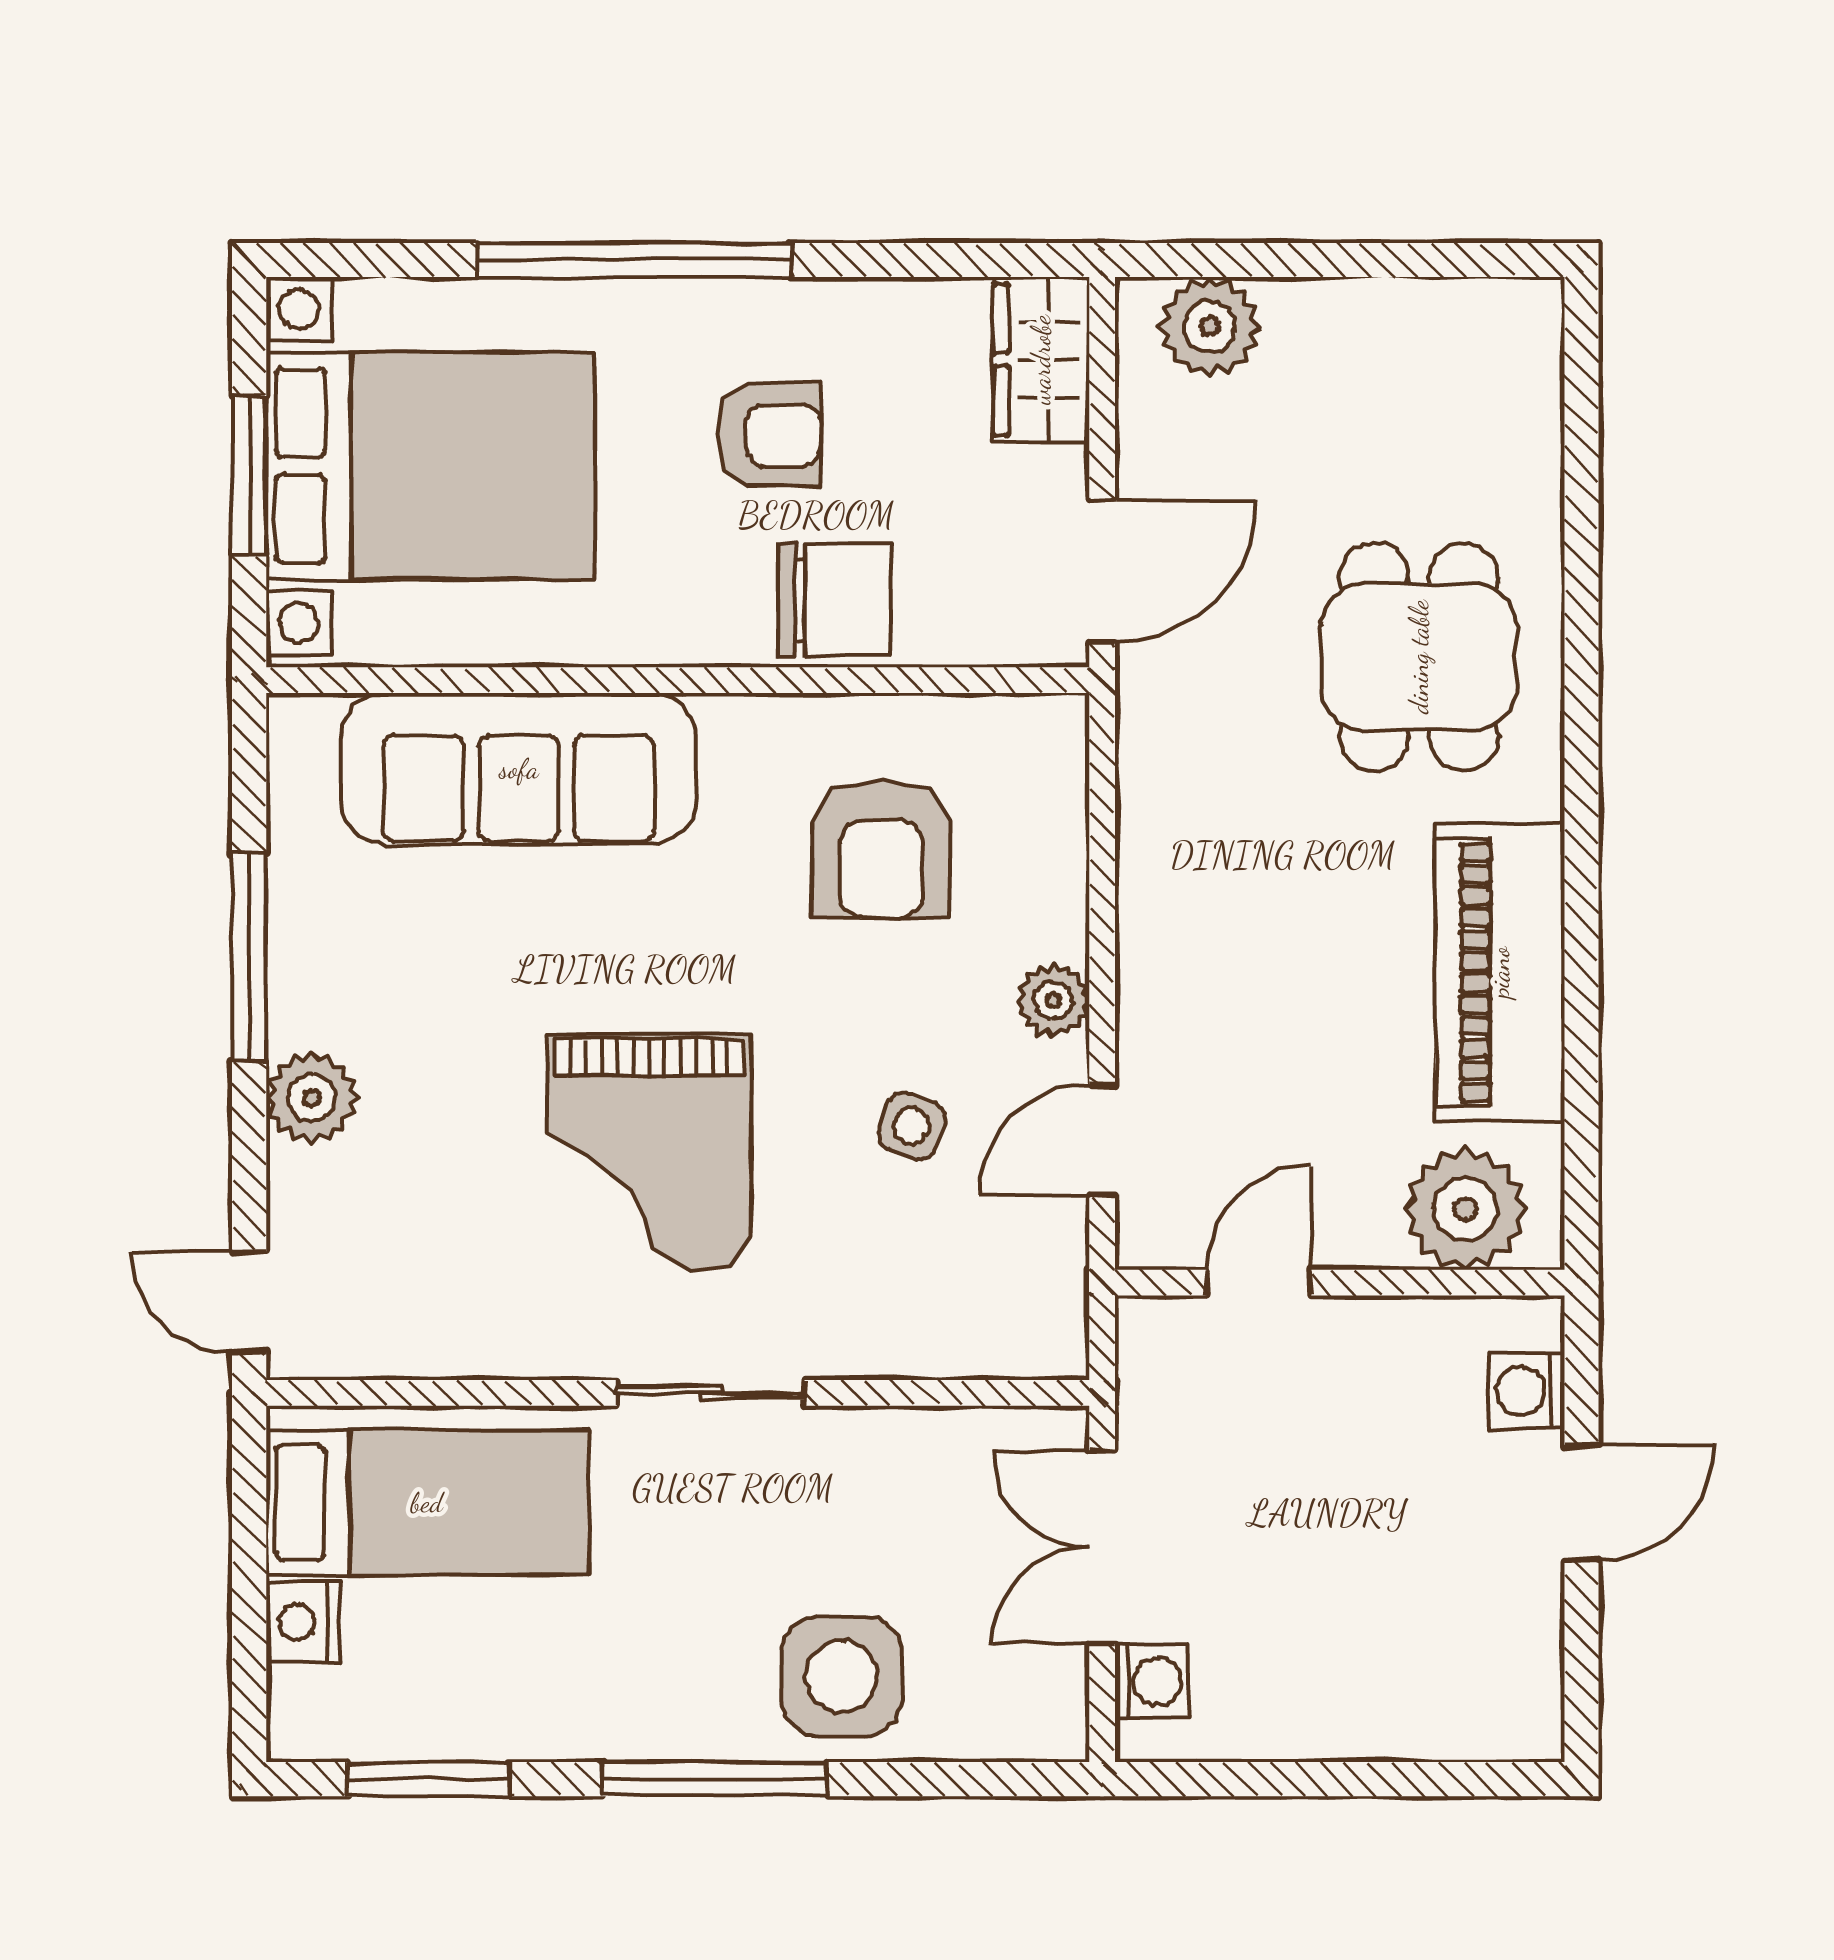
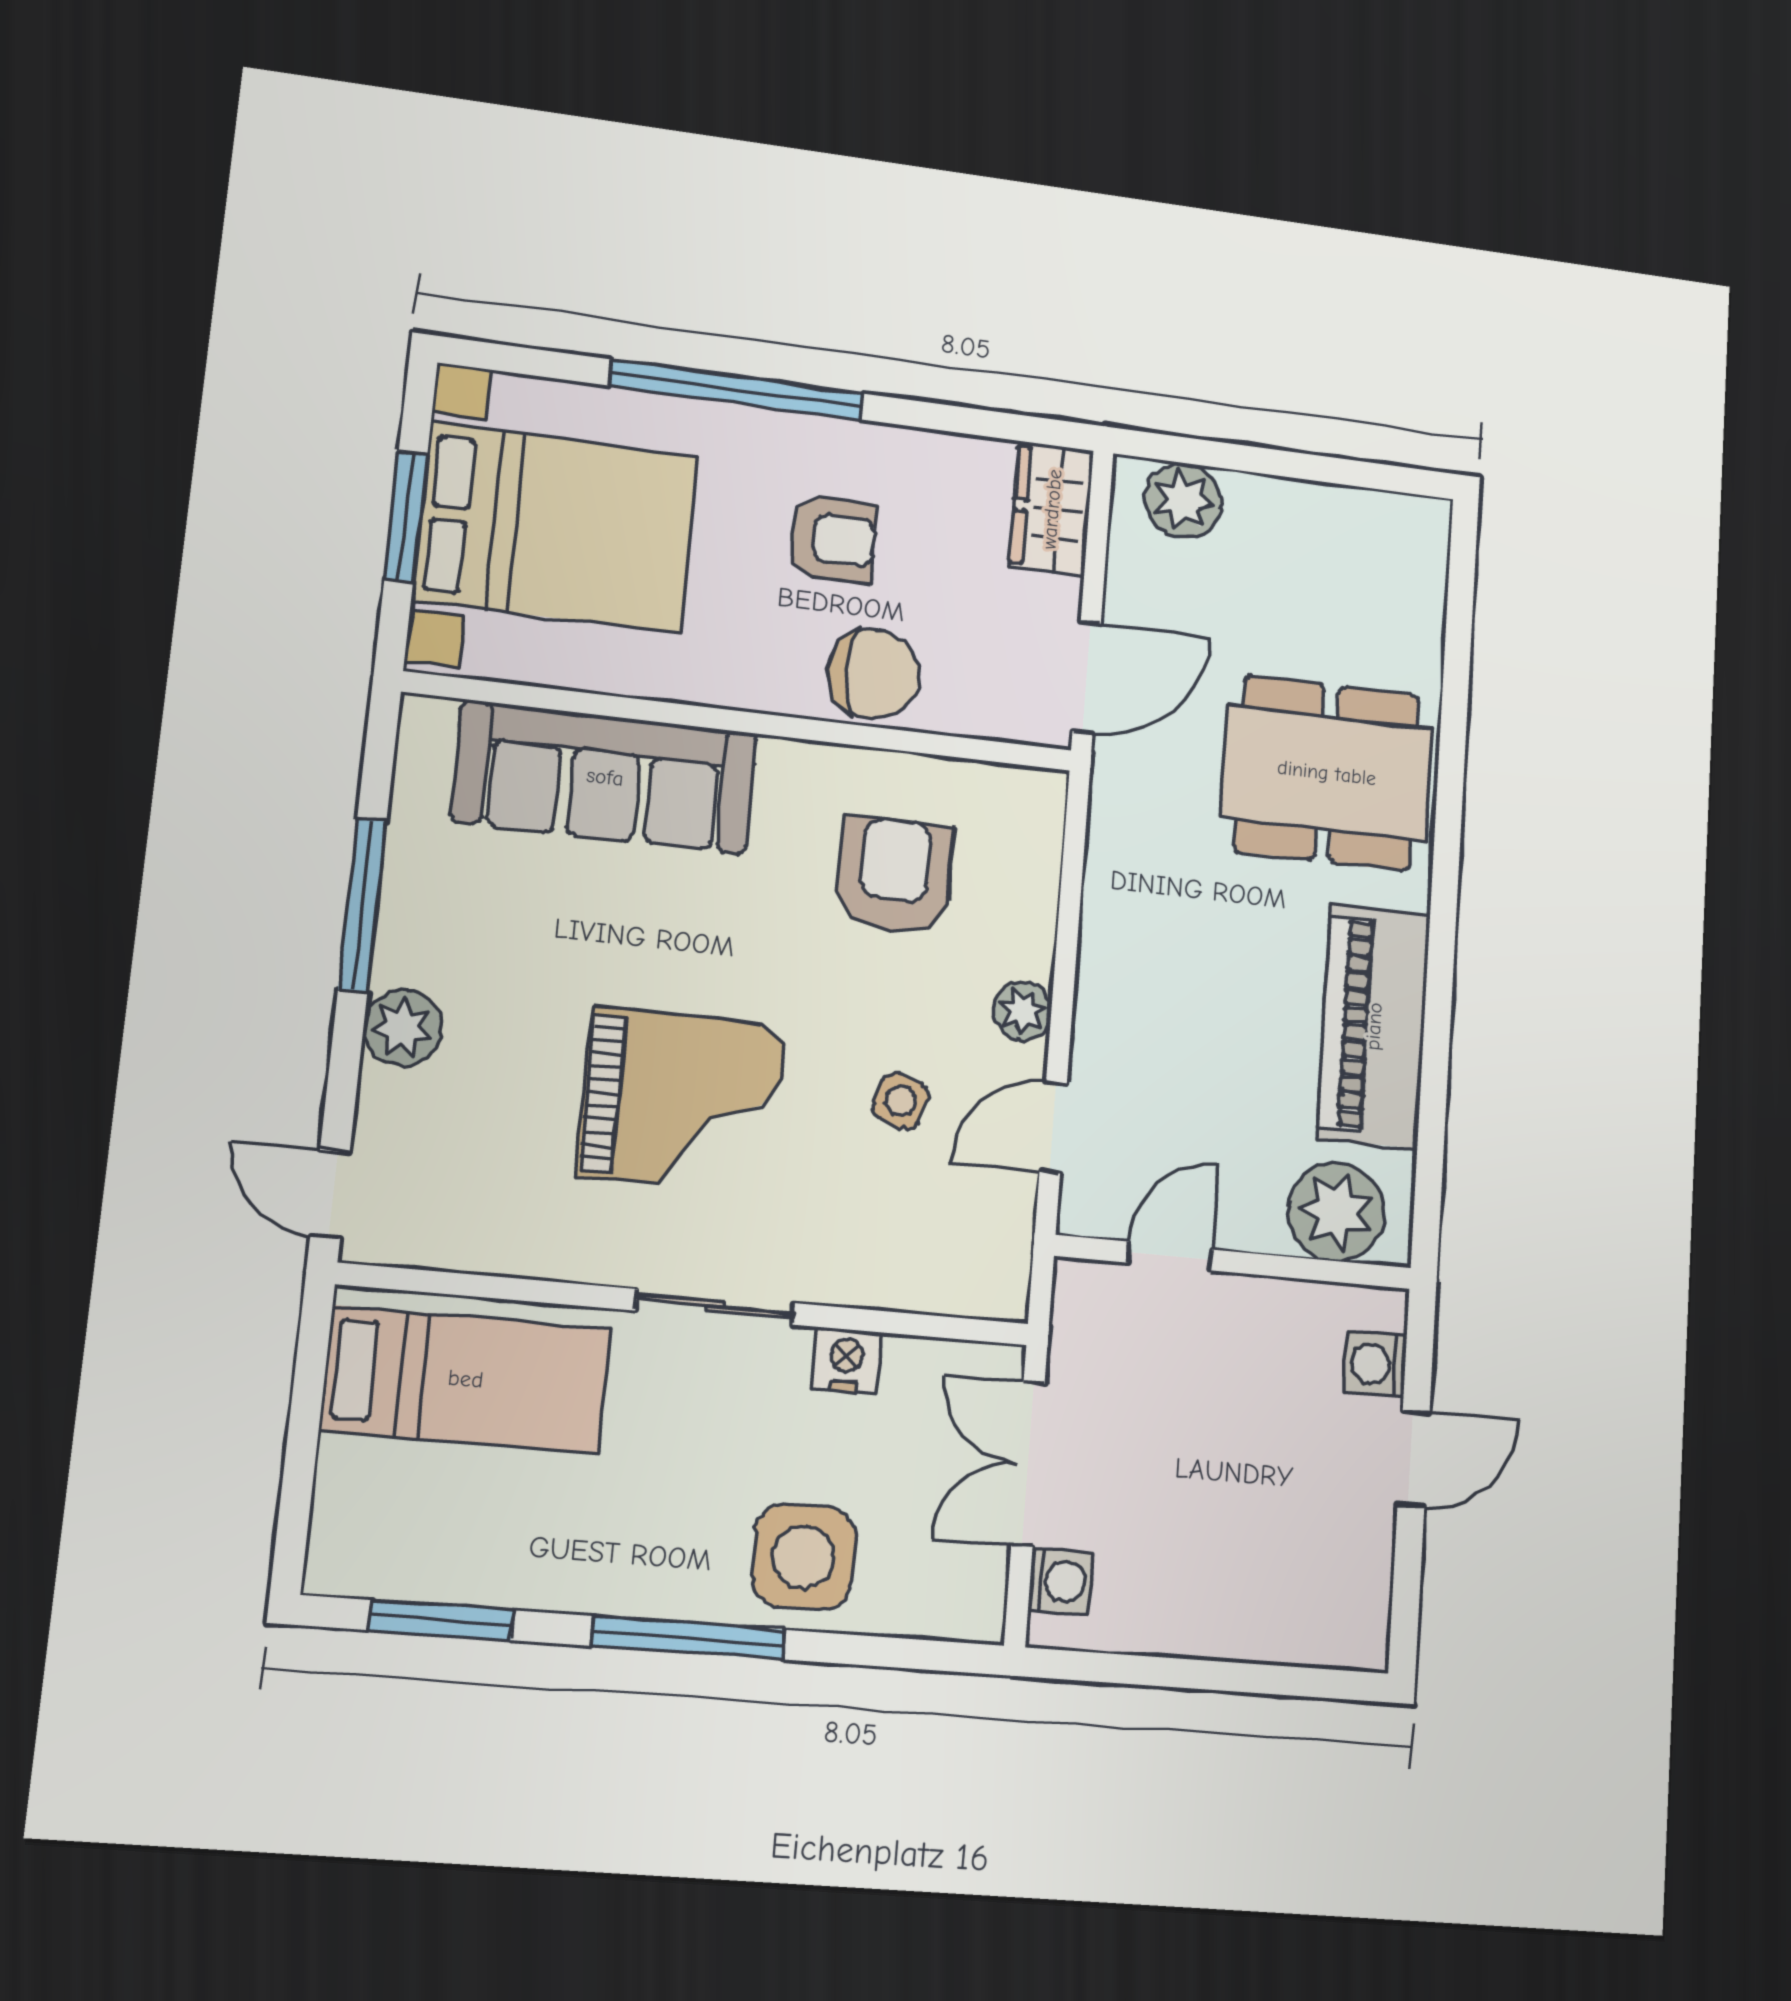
dining table: (1419, 657) -> (1327, 773), width x1.38
armchair: (881, 849) -> (894, 875), turned 180
grand piano: (649, 1152) -> (682, 1101), turned -90
nightstand: (303, 1622) -> (846, 1360), moved, turned 90

